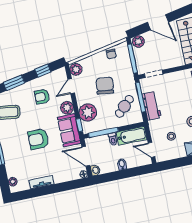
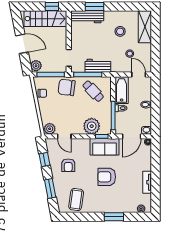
door: (158, 22) -> (22, 44), hinge flipped
chair: (105, 86) -> (67, 87), moved
plant: (67, 108) -> (83, 144), removed
armchair: (38, 139) -> (107, 177), turned 90
door: (152, 150) -> (139, 74), swing flipped

